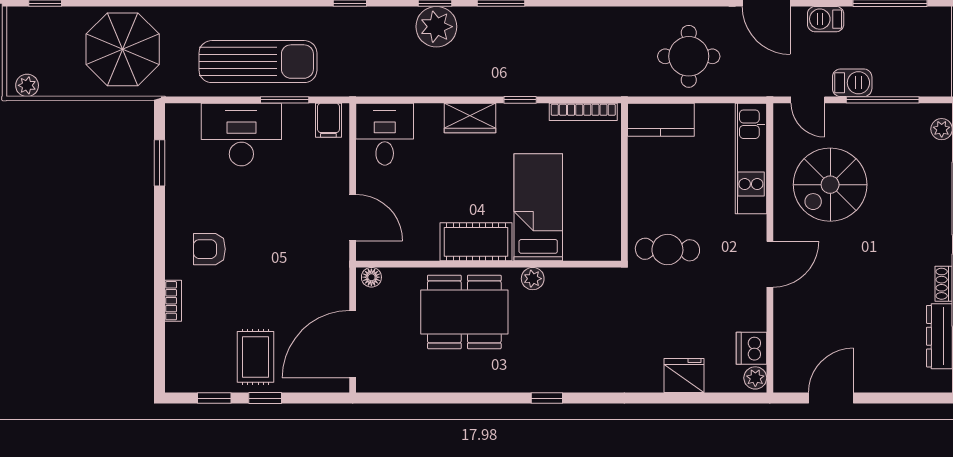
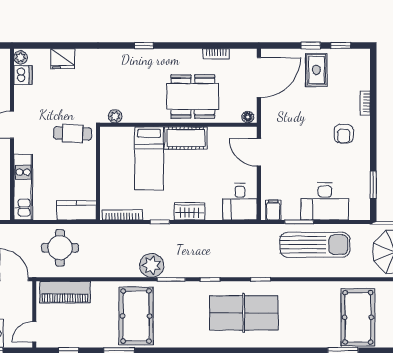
plant: (436, 27) -> (152, 265), moved
sun lounger: (258, 62) -> (315, 245), turned 180
armchair: (209, 249) -> (344, 134), turned 90
plant: (533, 279) -> (115, 116), moved
bookcase: (425, 384) -> (216, 54), added

